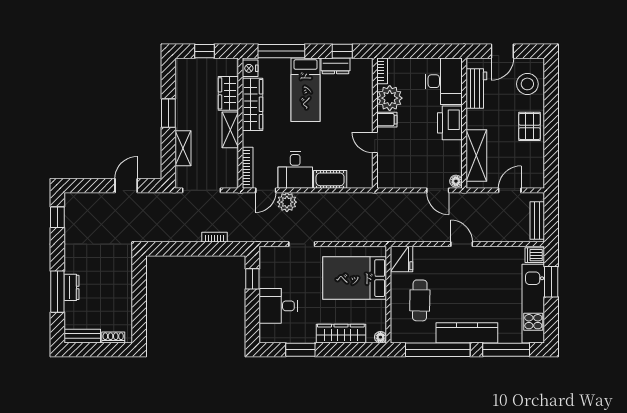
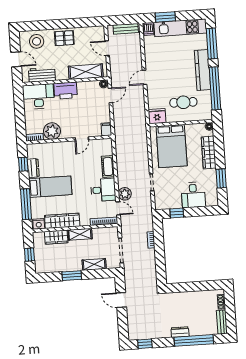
filing cabinet: (387, 120) -> (106, 129), moved
dresser: (72, 287) -> (180, 332), moved
window: (57, 292) -> (194, 340), width x1.46

